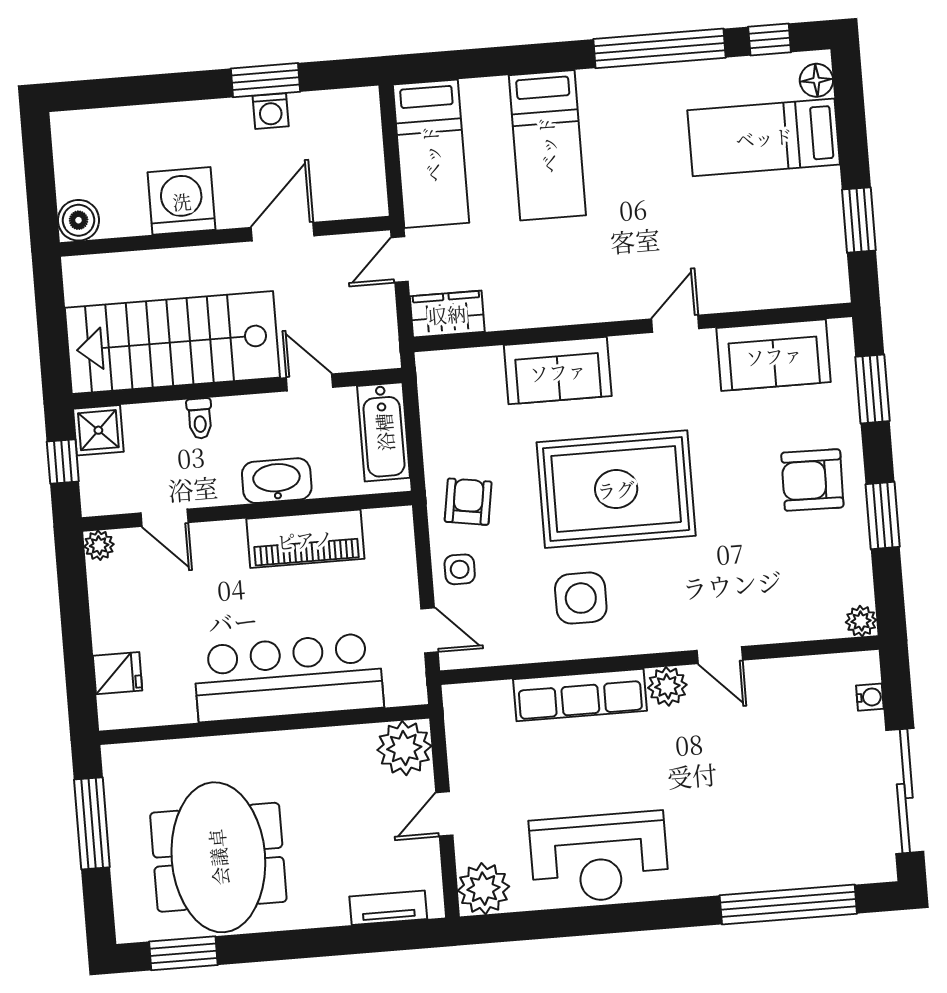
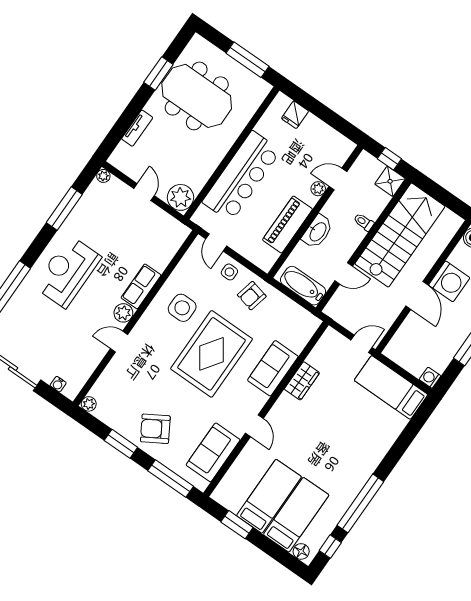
washing machine: (271, 111) -> (430, 378), moved
bed: (547, 145) -> (269, 496), moved, turned 90
door: (283, 232) -> (417, 295), moved
door: (400, 260) -> (362, 344), hinge flipped
wardrobe: (447, 314) -> (302, 381), moved
window: (872, 389) -> (171, 478), width x1.44
armchair: (812, 480) -> (155, 429), turned -122
armchair: (468, 502) -> (252, 296), turned 94
plant: (99, 545) -> (318, 189), moved
door: (429, 630) -> (216, 242), hinge flipped
row of seats: (580, 695) -> (141, 286), width x0.68
reception desk: (599, 858) -> (67, 272), moved
plant: (483, 889) -> (103, 176), width x0.53, depth x0.53
tv unit: (388, 908) -> (137, 128), moved
window: (577, 922) -> (64, 208), added
window: (183, 953) -> (158, 73), moved

